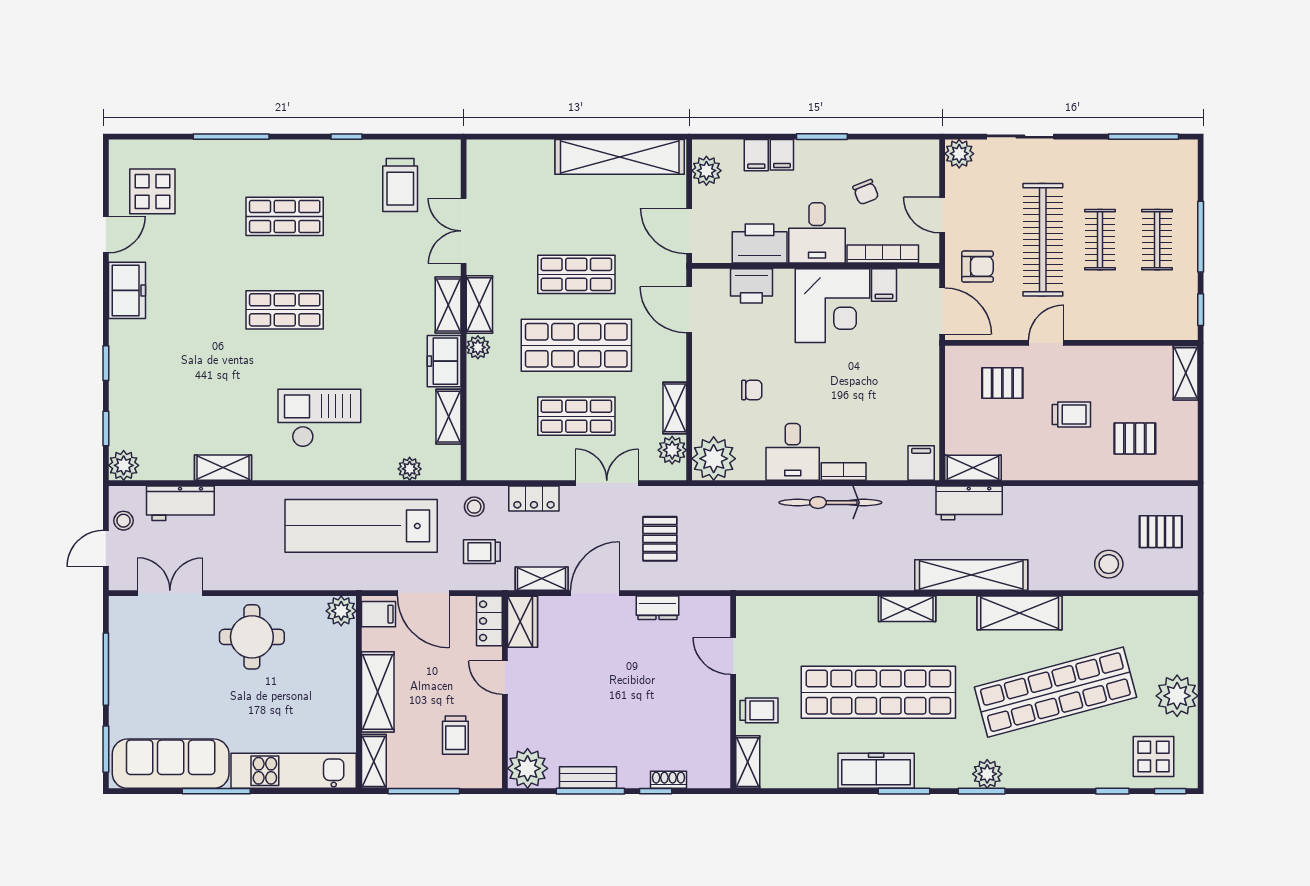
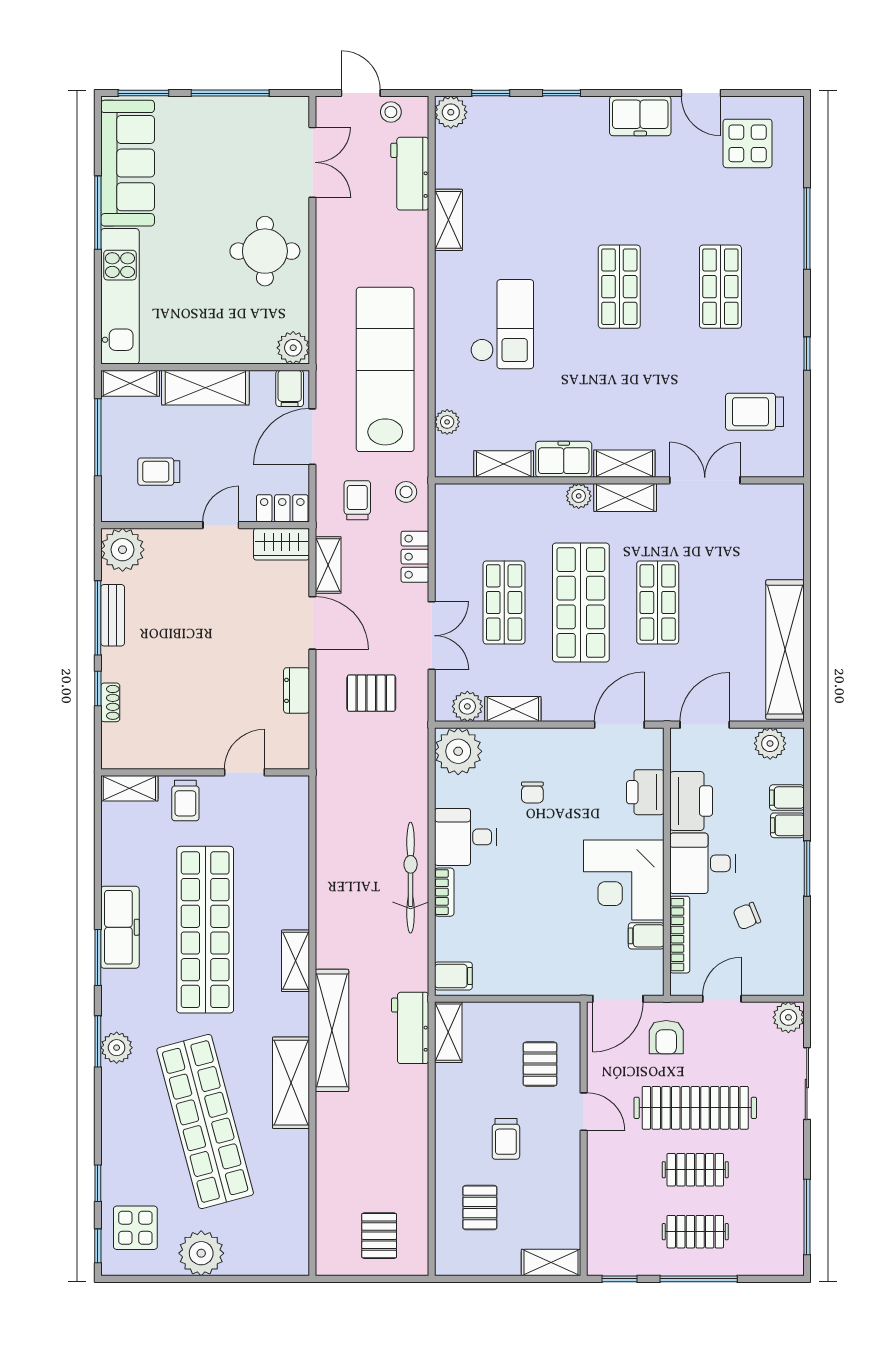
stool: (1109, 564) -> (344, 1179), removed

